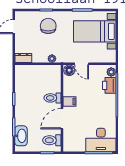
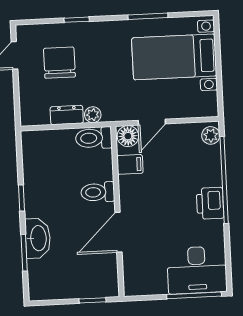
chair: (48, 26) -> (59, 63), moved
dresser: (23, 58) -> (67, 115), moved
door: (82, 64) -> (152, 122), hinge flipped
printer: (109, 85) -> (210, 203), moved
filing cabinet: (70, 102) -> (130, 164), moved
washbasin: (21, 136) -> (38, 238), moved
toilet: (52, 140) -> (94, 138), moved

